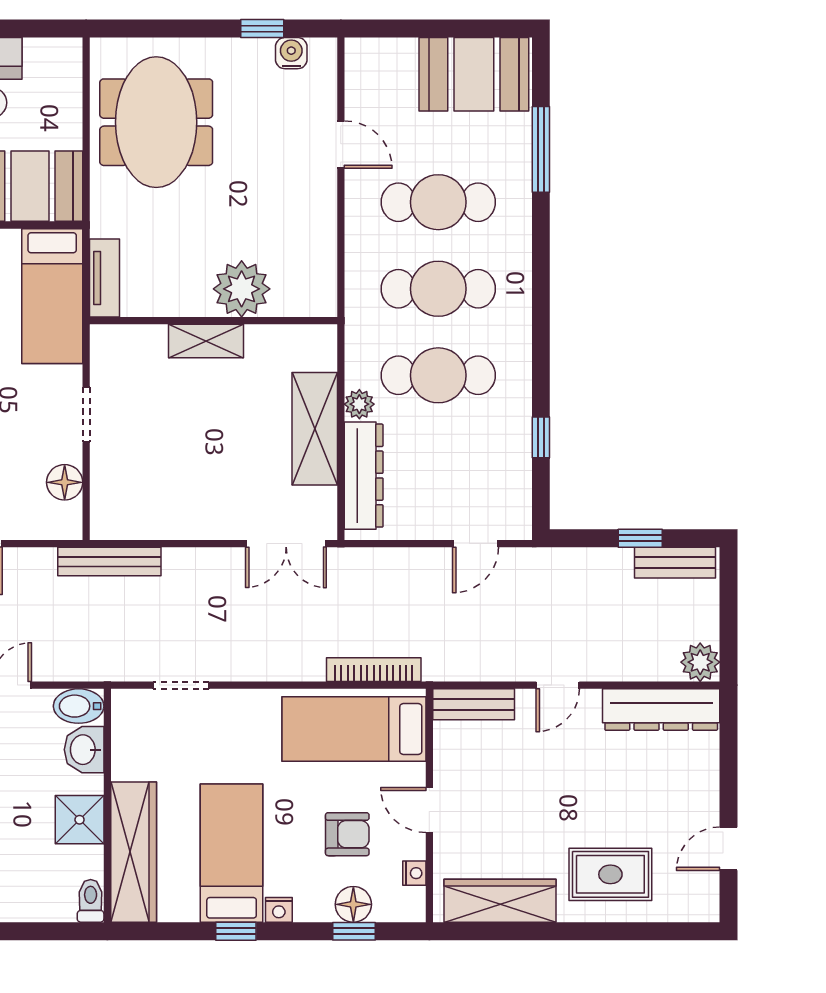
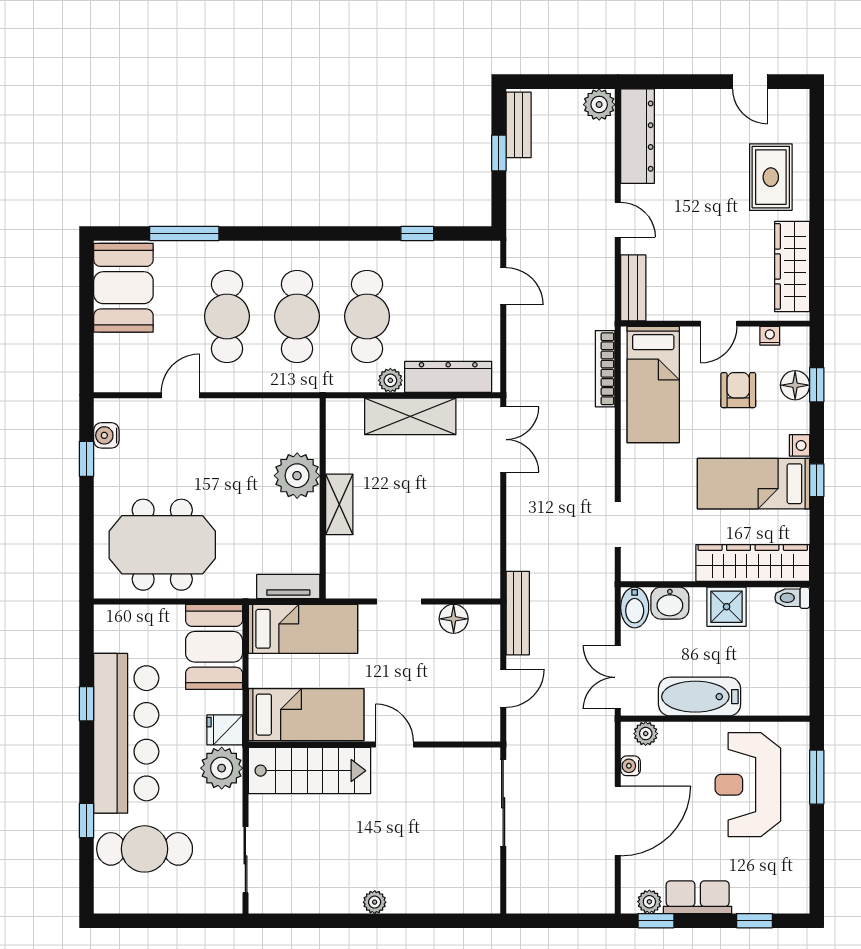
bench: (109, 562) -> (518, 613), moved

